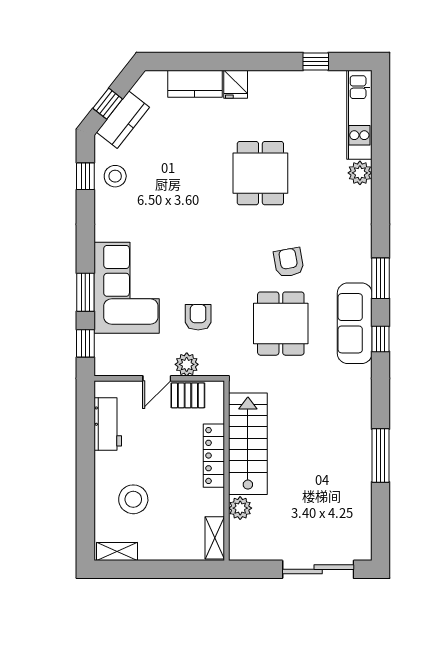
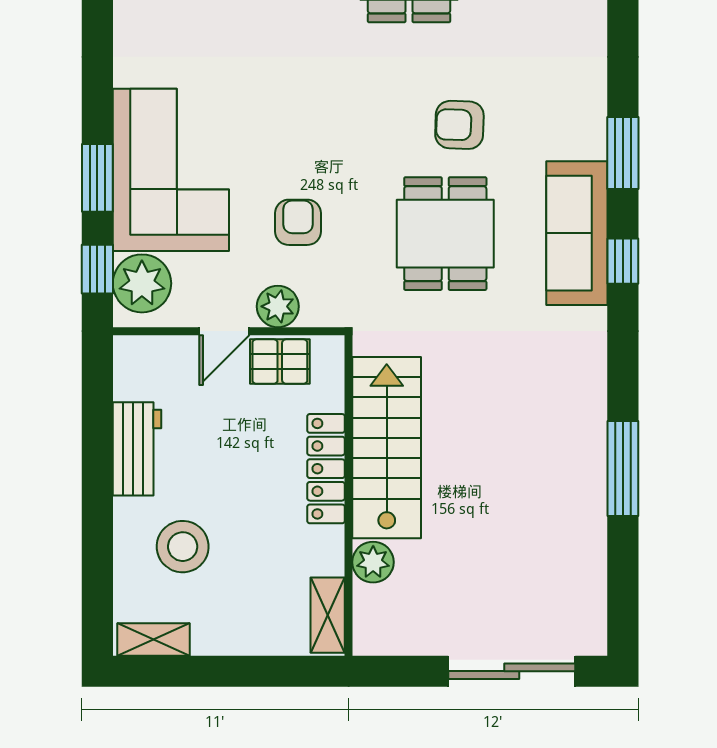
armchair: (289, 262) -> (459, 125), turned -78
plant: (110, 351) -> (142, 283), added
workbench: (108, 424) -> (137, 449), moved

